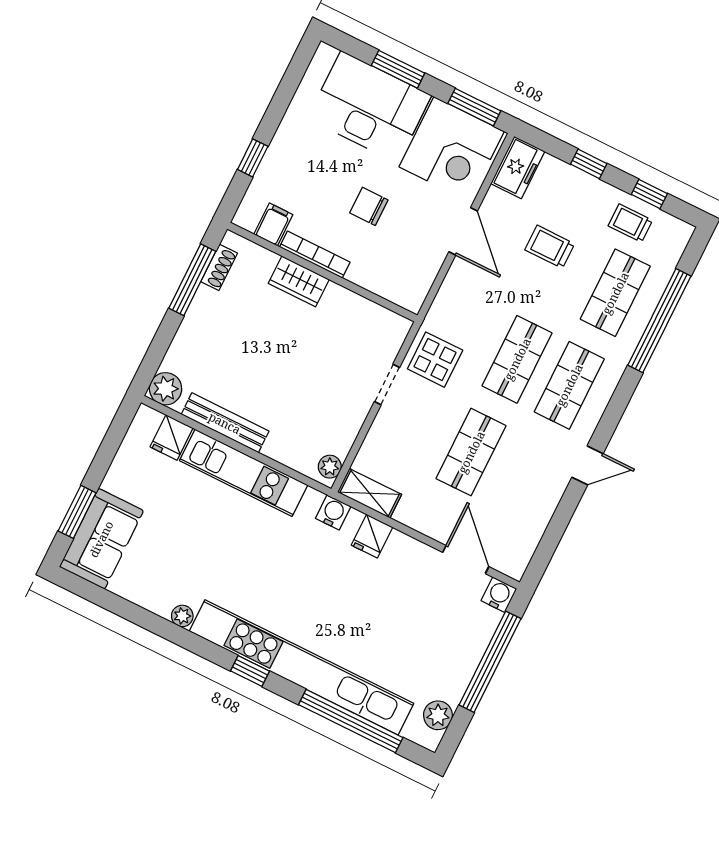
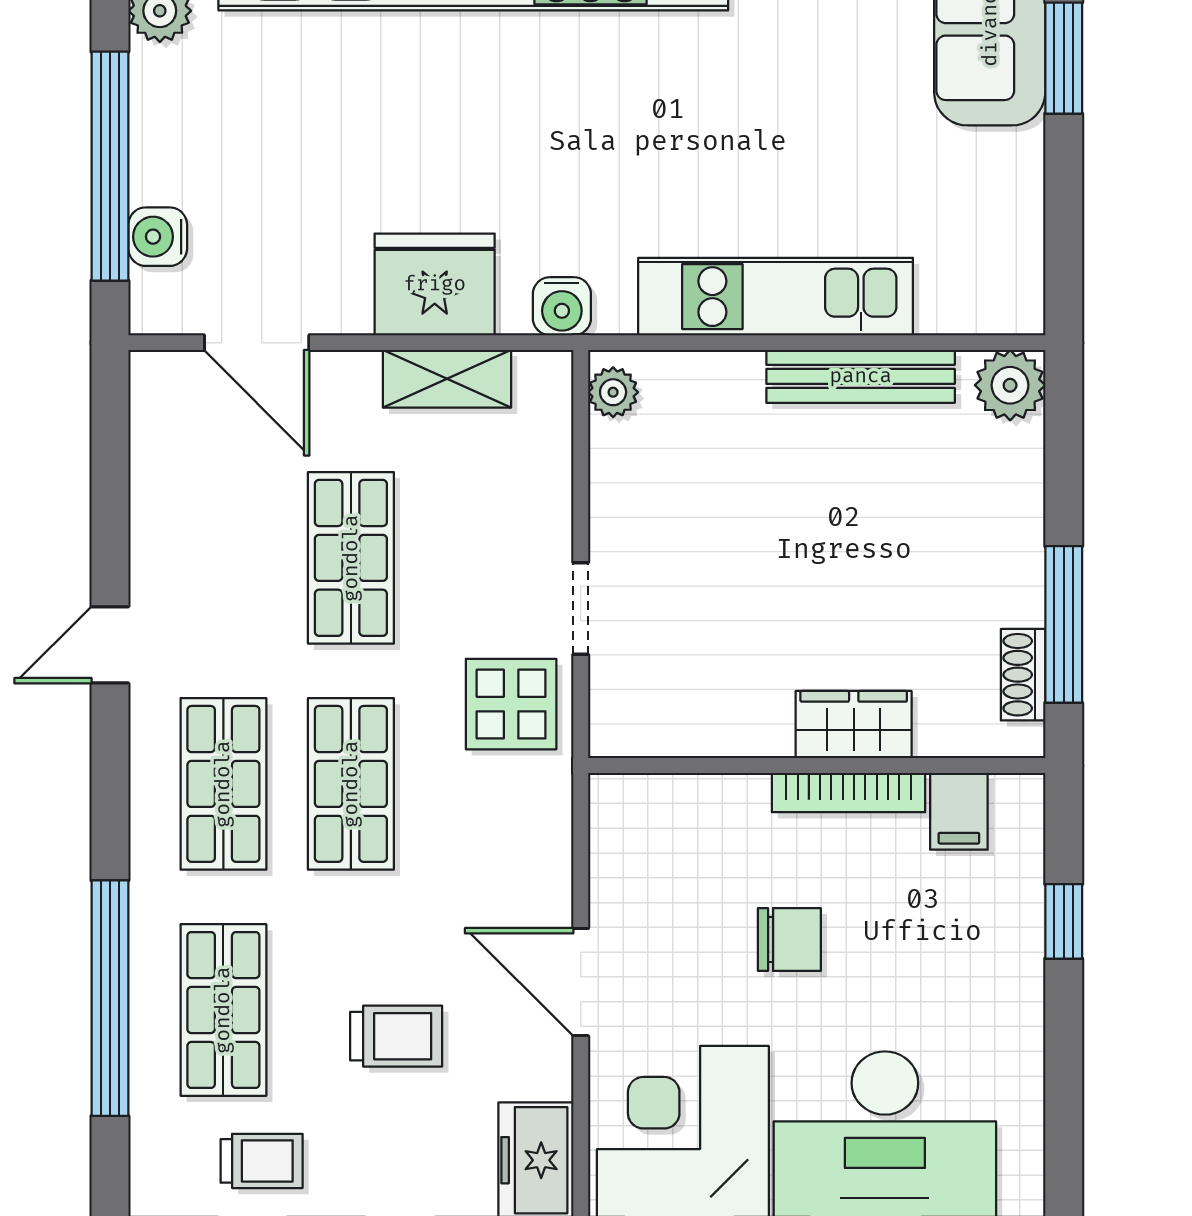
fridge: (172, 437) -> (951, 296), removed
shelving: (370, 493) -> (447, 379), moved
fridge: (372, 536) -> (435, 284), width x1.88, depth x1.34
water cooler: (499, 595) -> (158, 237), moved, turned 90

